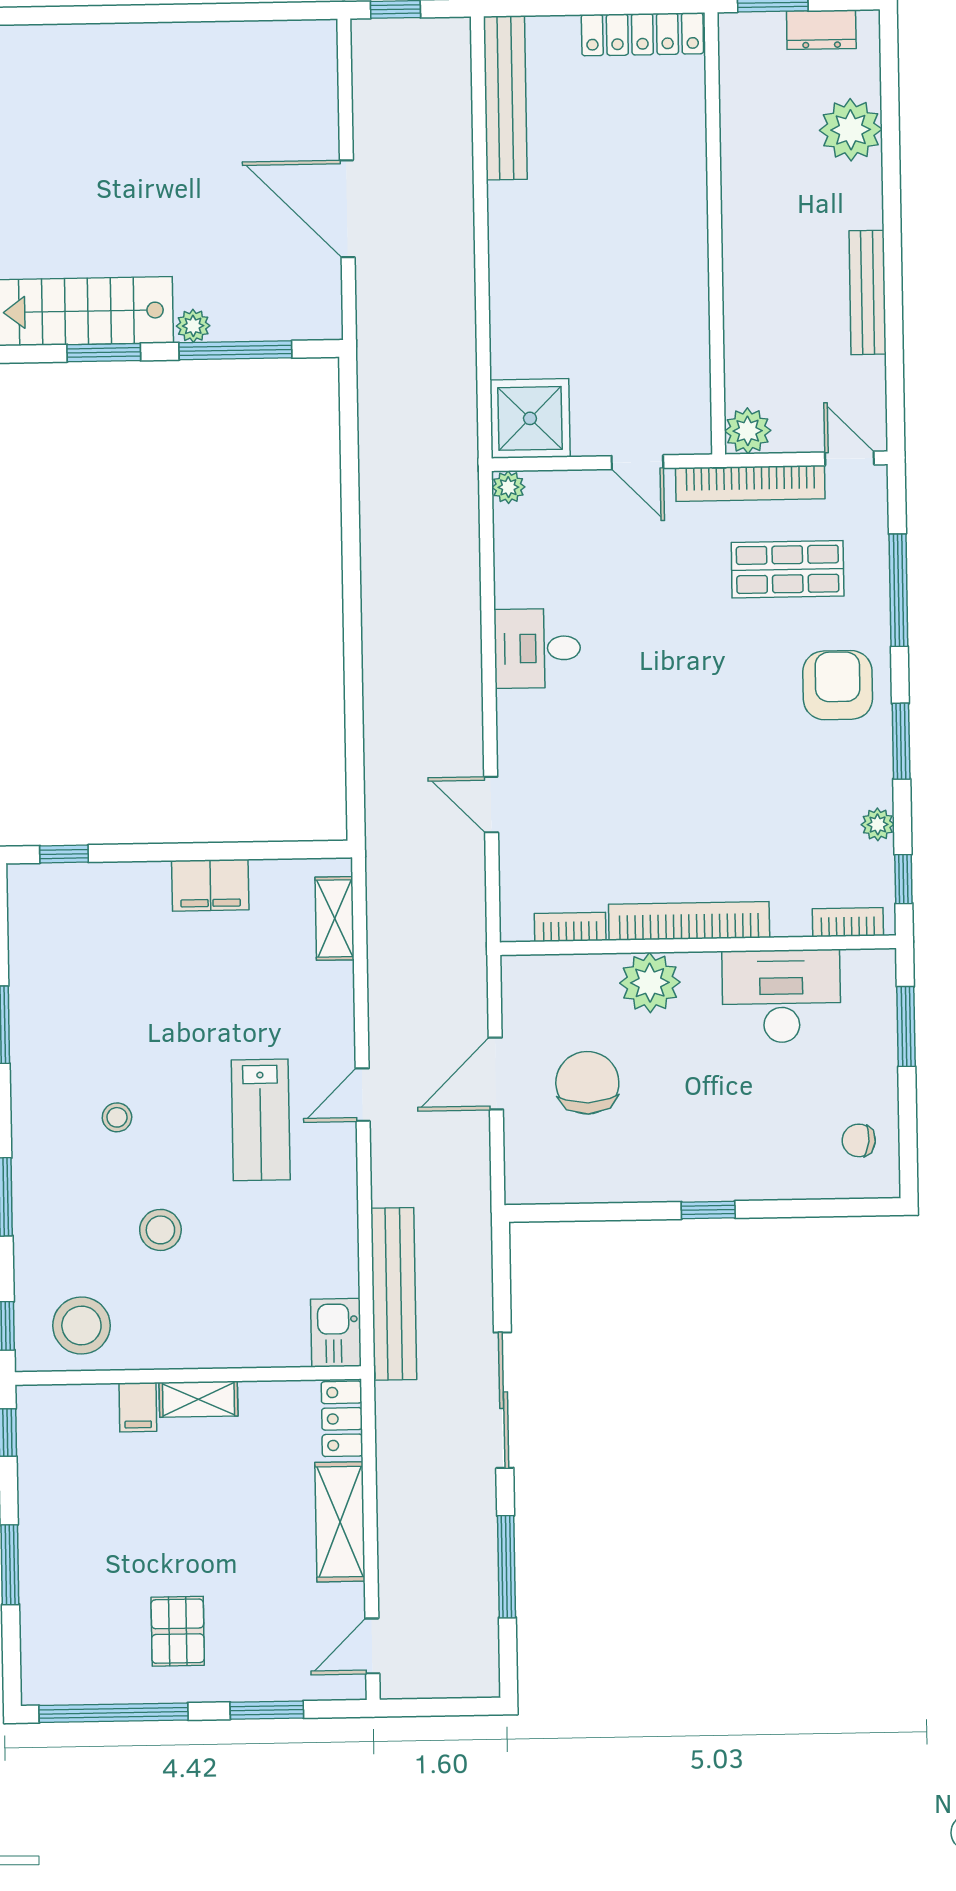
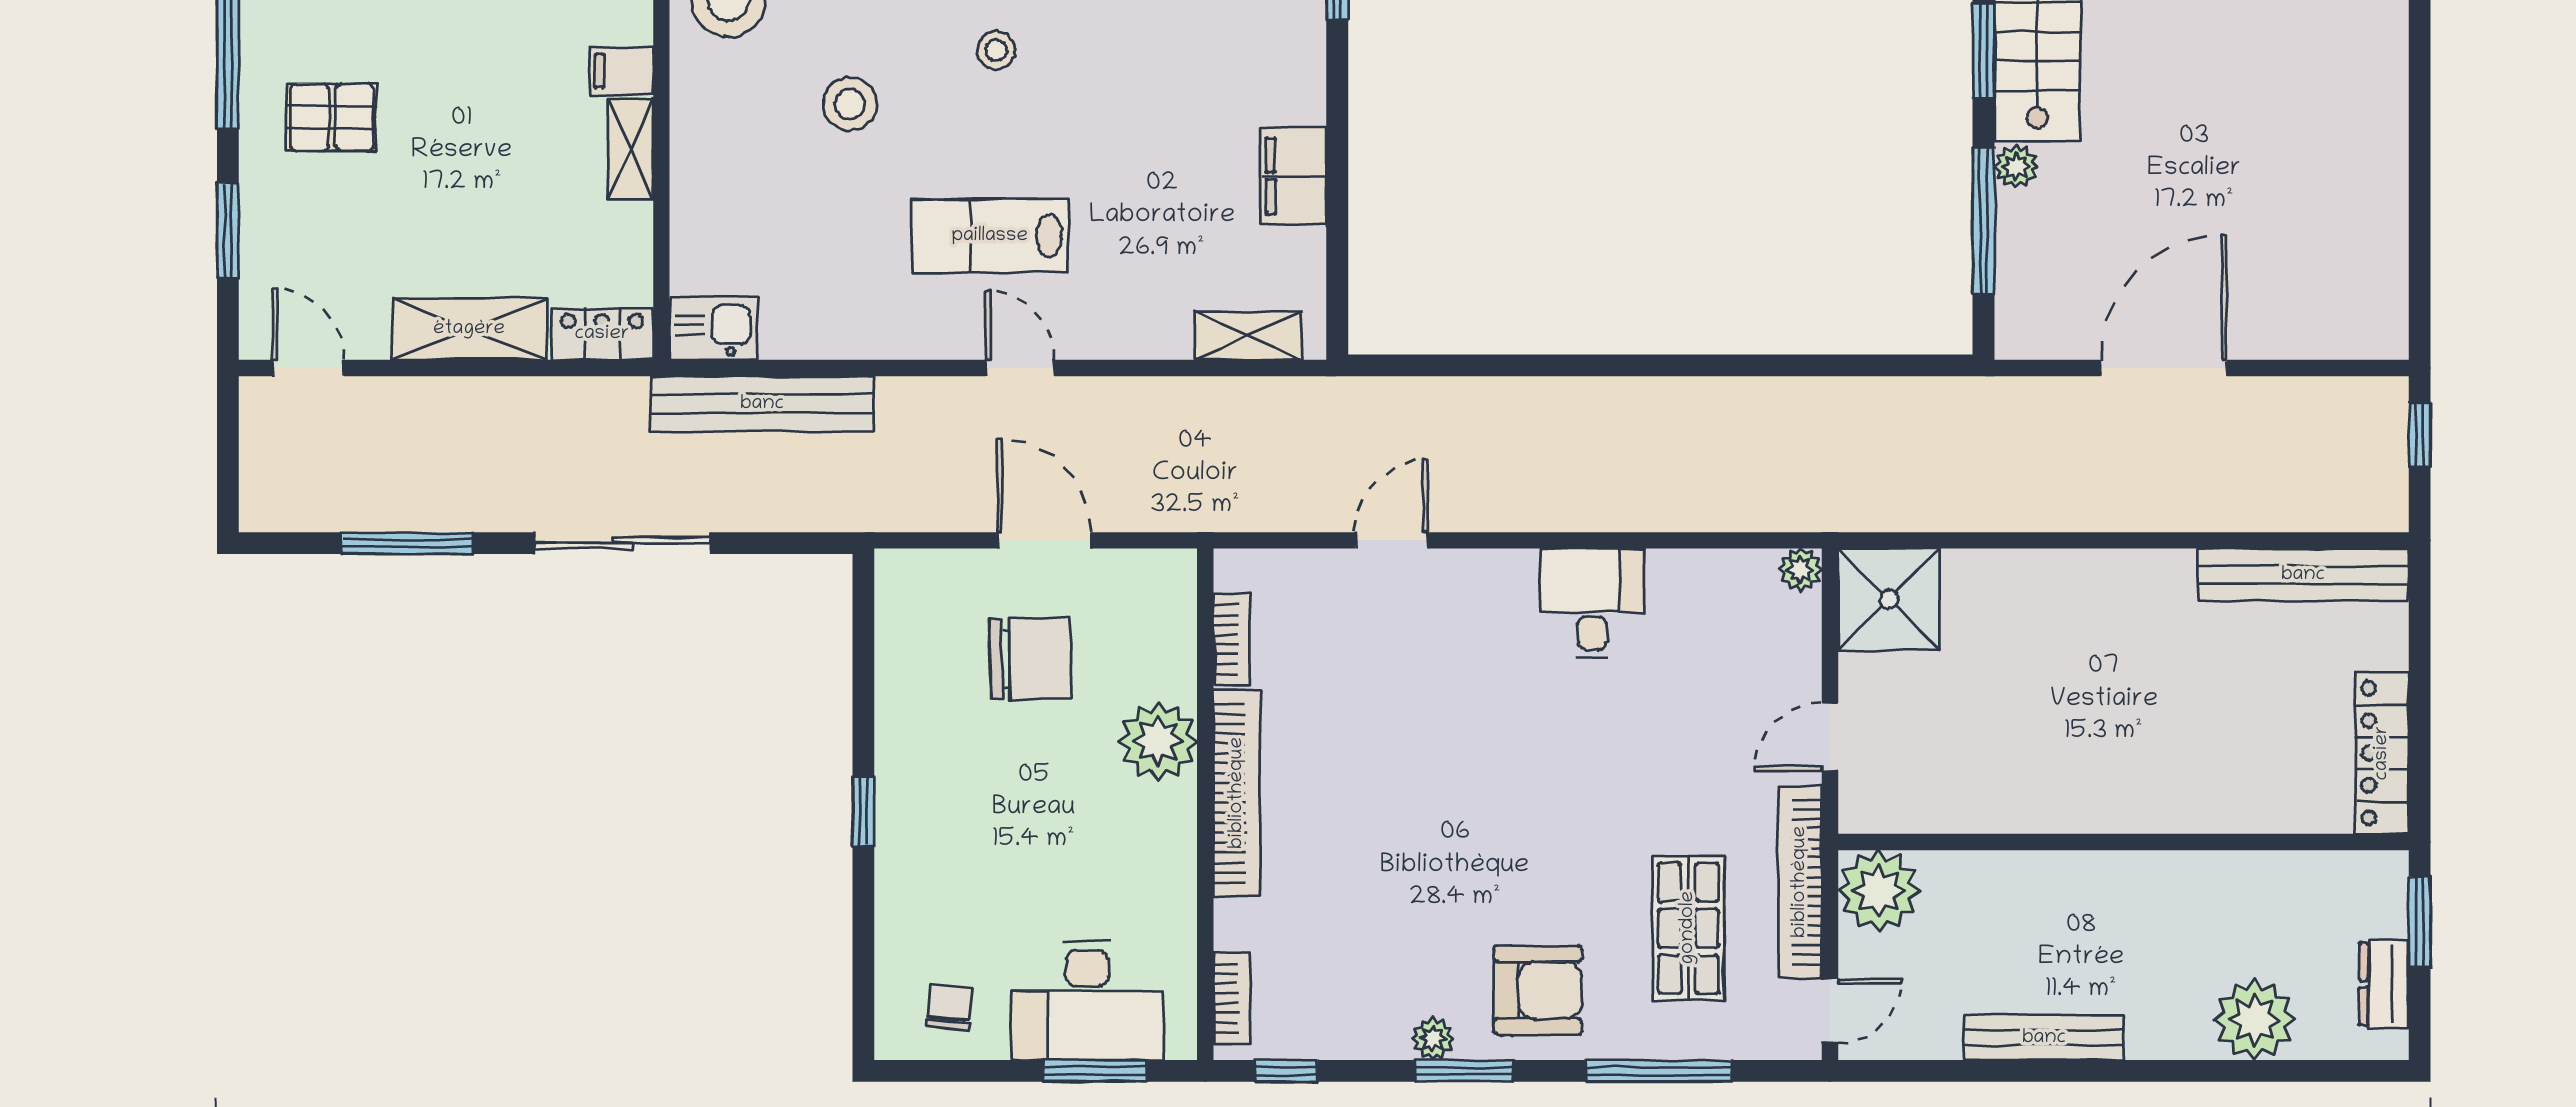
plant: (748, 431) -> (1879, 891), width x1.36, depth x1.36
plant: (878, 824) -> (1433, 1039), moved
desk: (781, 996) -> (1087, 1000), moved, turned 90

